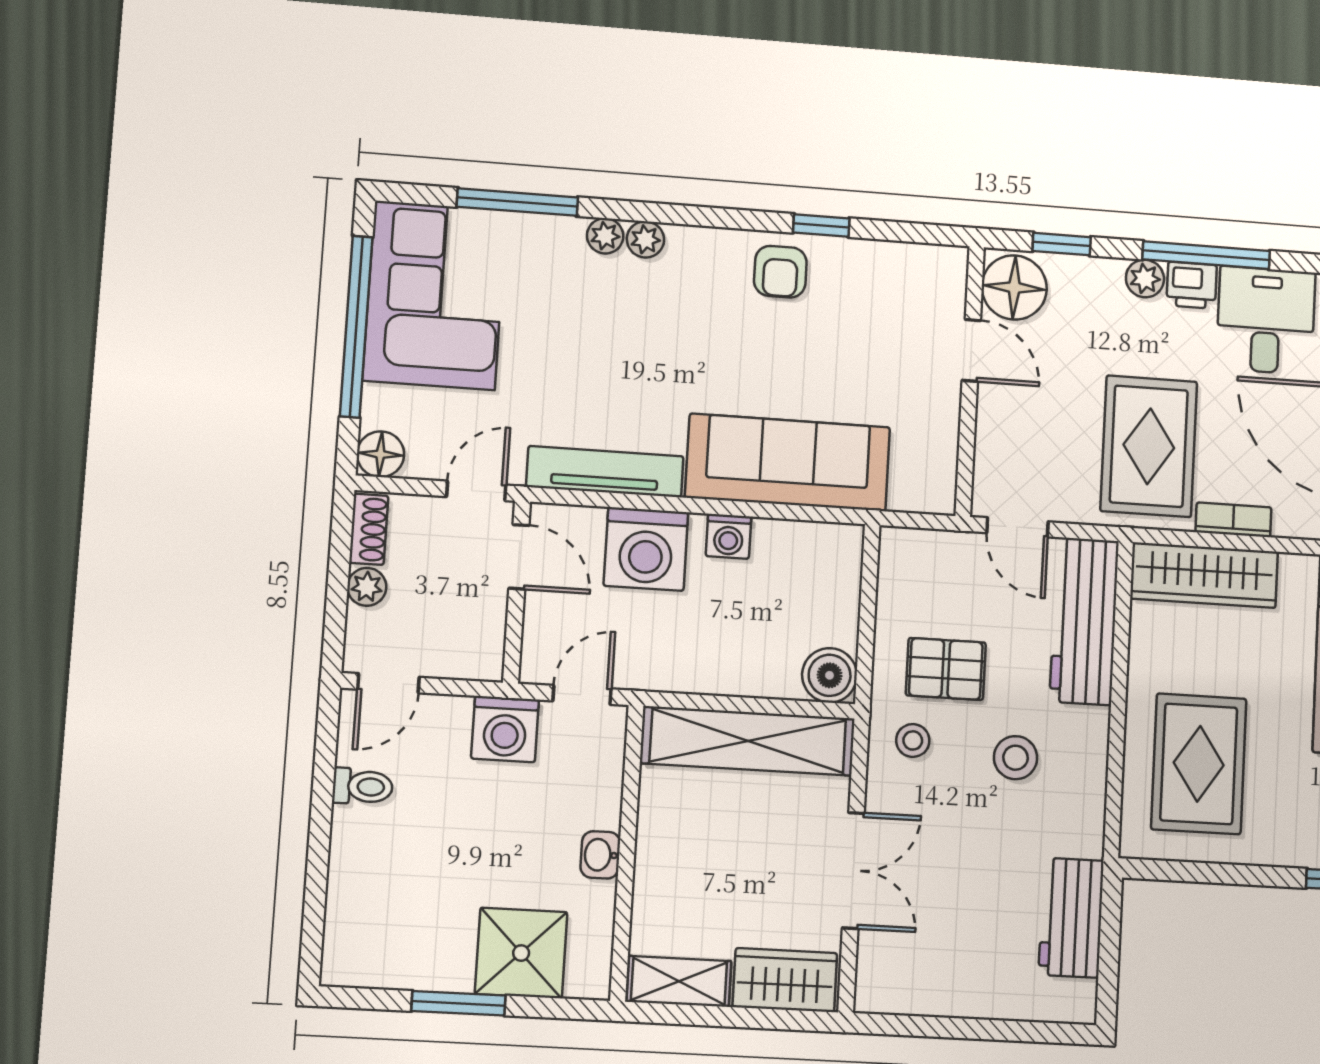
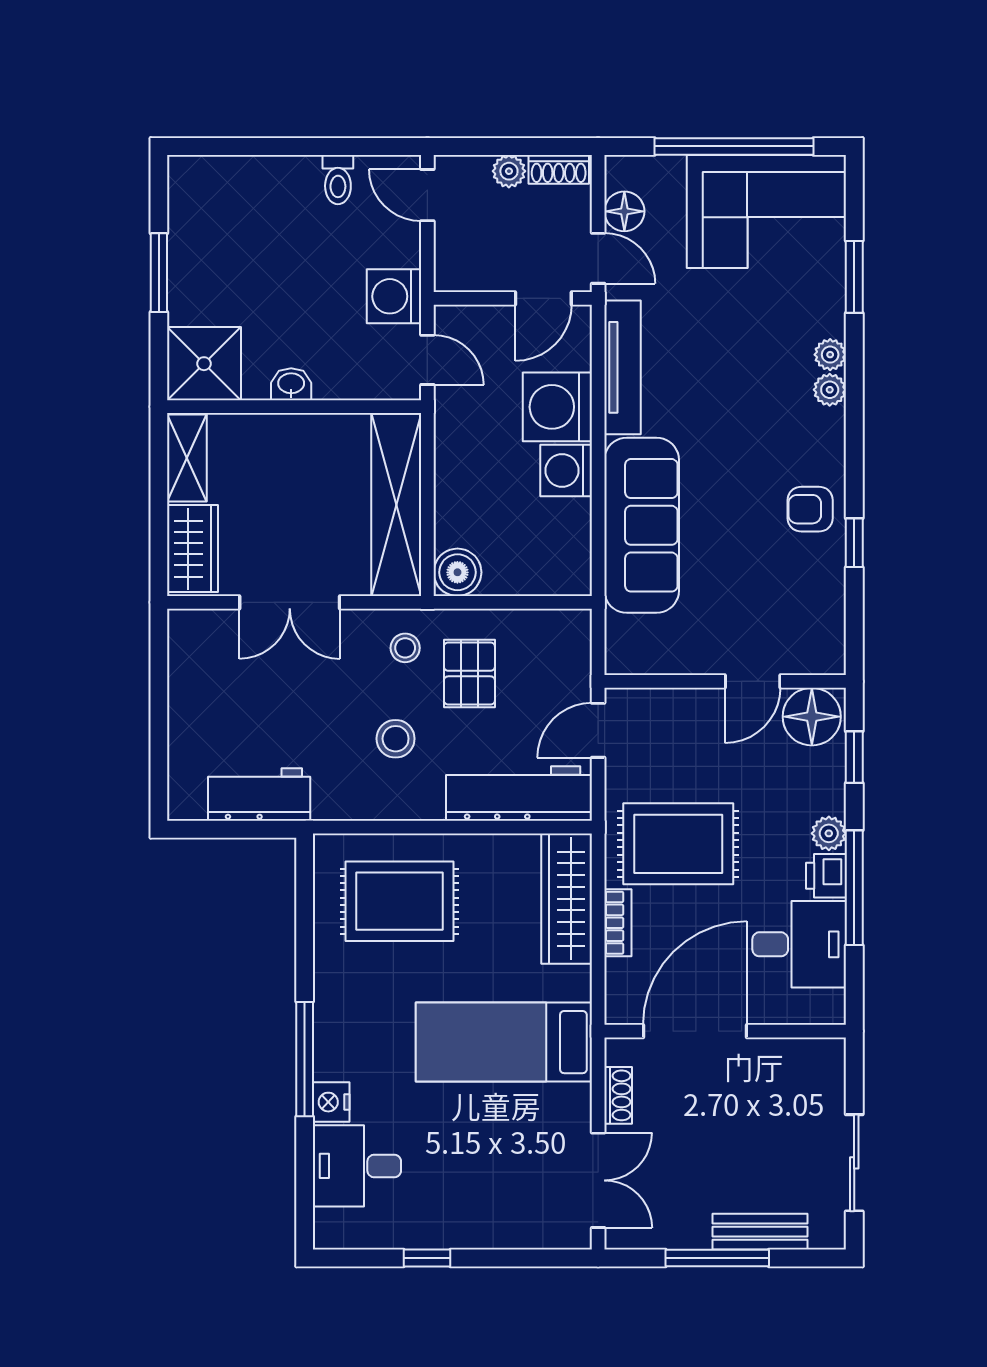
window: (517, 202) -> (854, 277), width x0.69
floor lamp: (380, 454) -> (624, 211), moved
washing machine: (728, 536) -> (566, 471), width x1.38, depth x1.38
shower: (521, 953) -> (204, 364), moved

